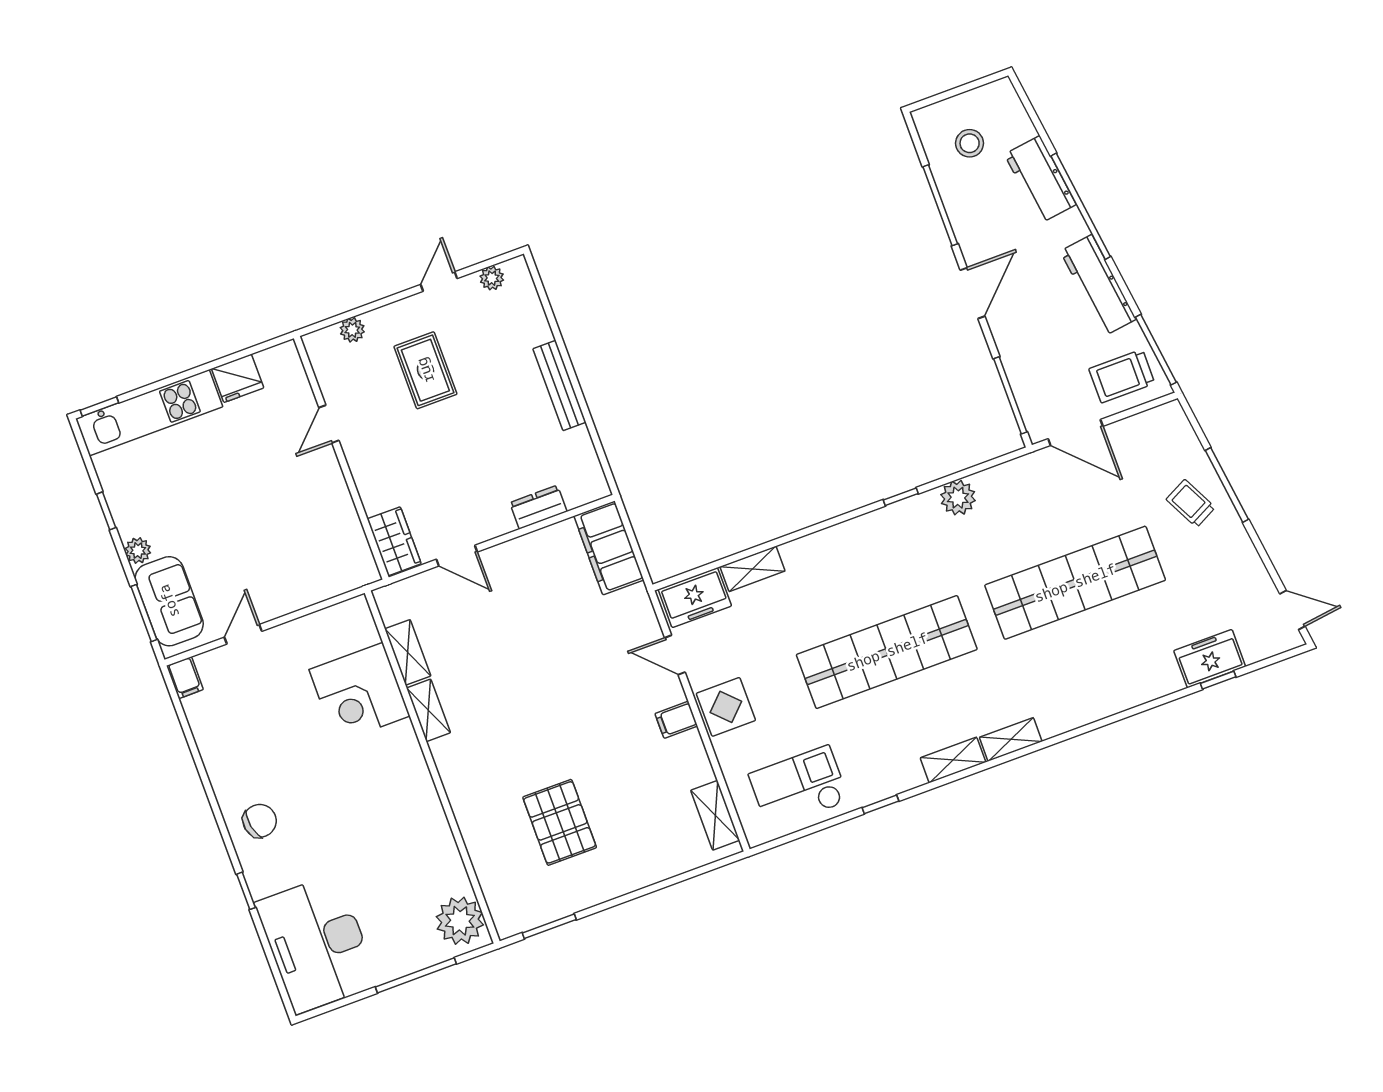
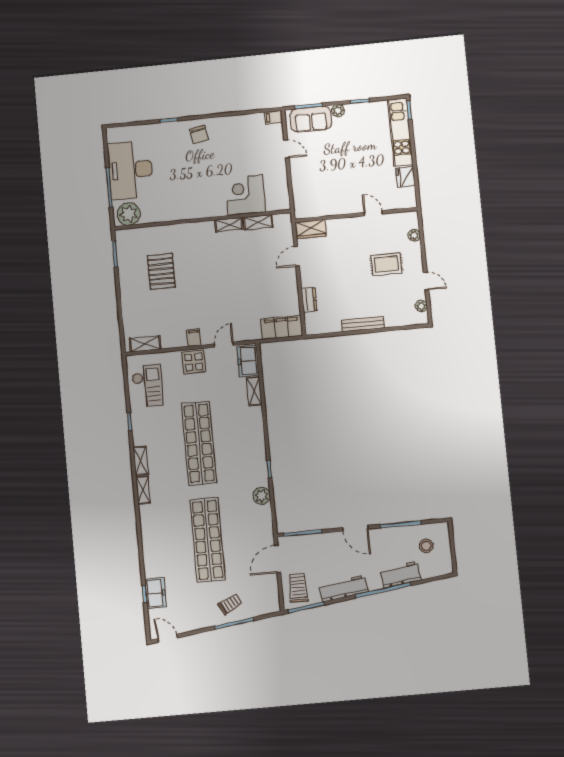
door: (1292, 610) -> (168, 638), swing flipped
pallet: (560, 822) -> (161, 271), turned 90
desk: (317, 943) -> (131, 170), moved, turned -90

